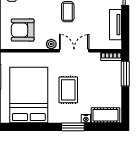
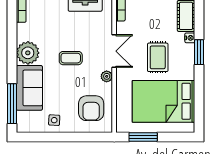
double door: (74, 51) -> (114, 51), swing flipped
rug: (68, 90) -> (158, 57), turned 90

